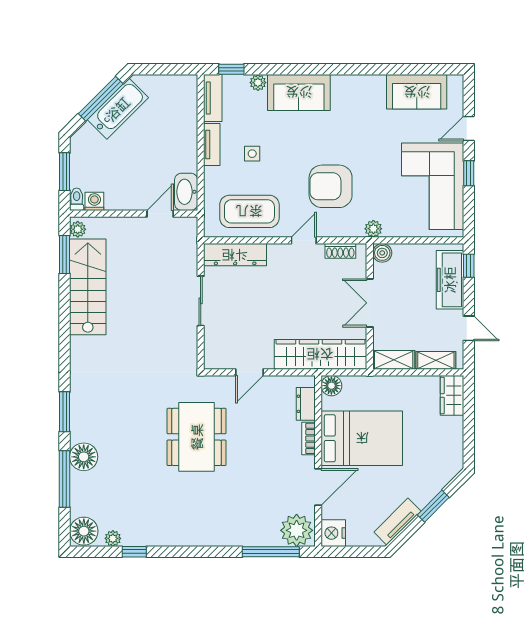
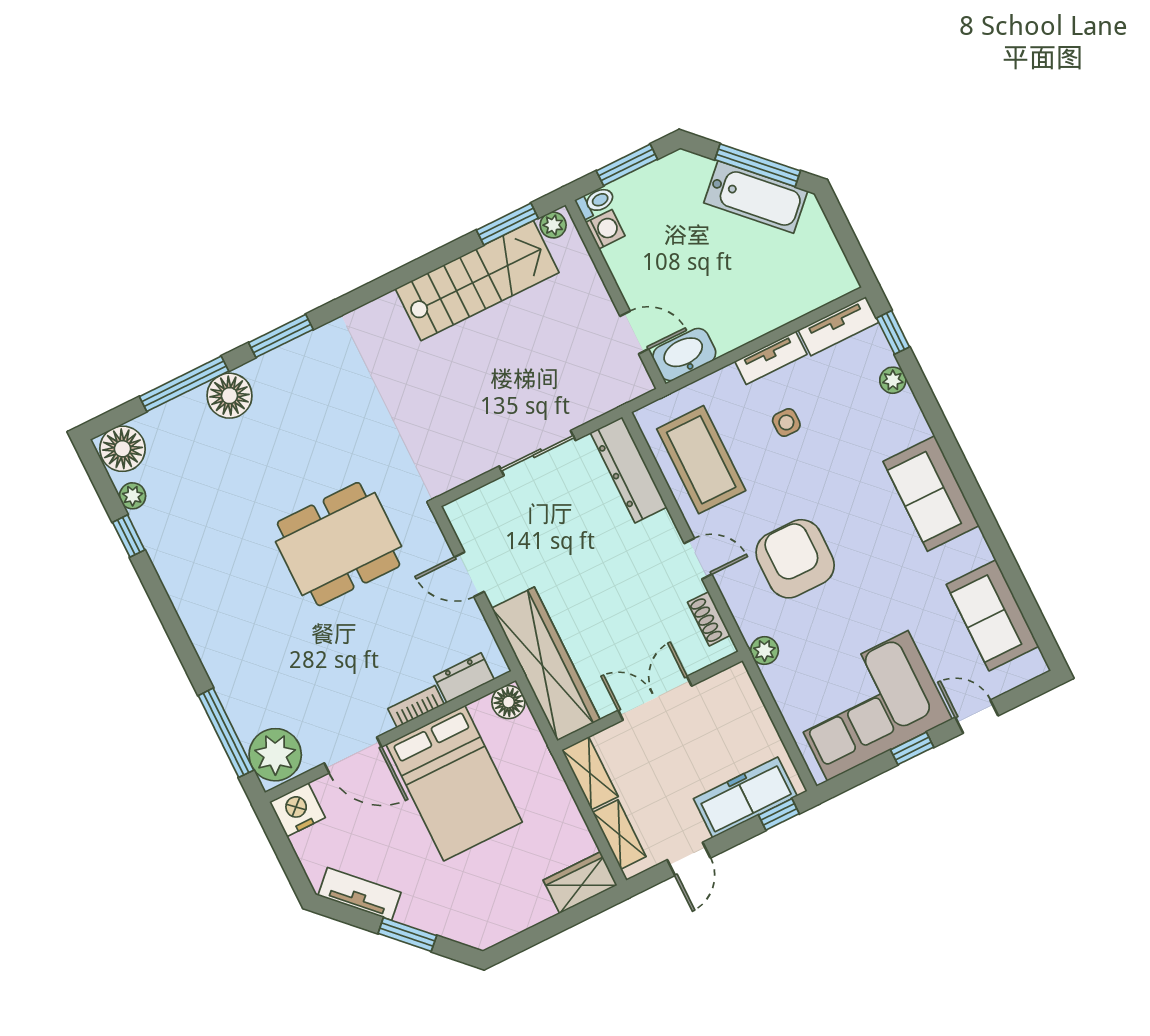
sofa: (299, 92) -> (931, 494), moved
boiler: (382, 253) -> (736, 681), removed

